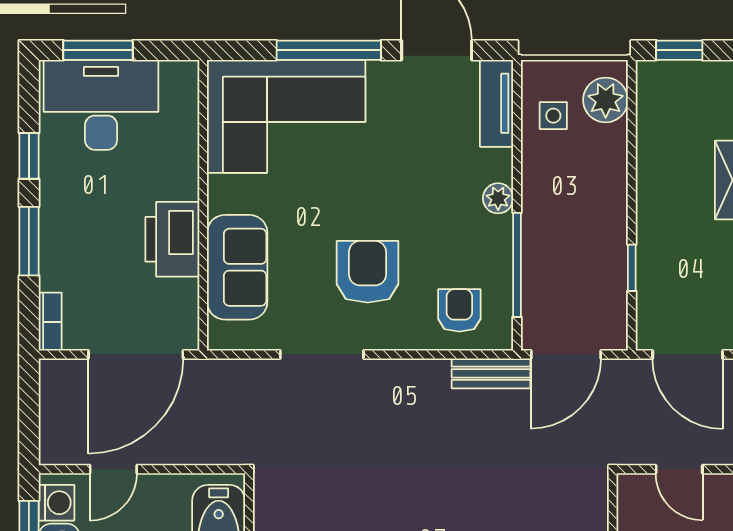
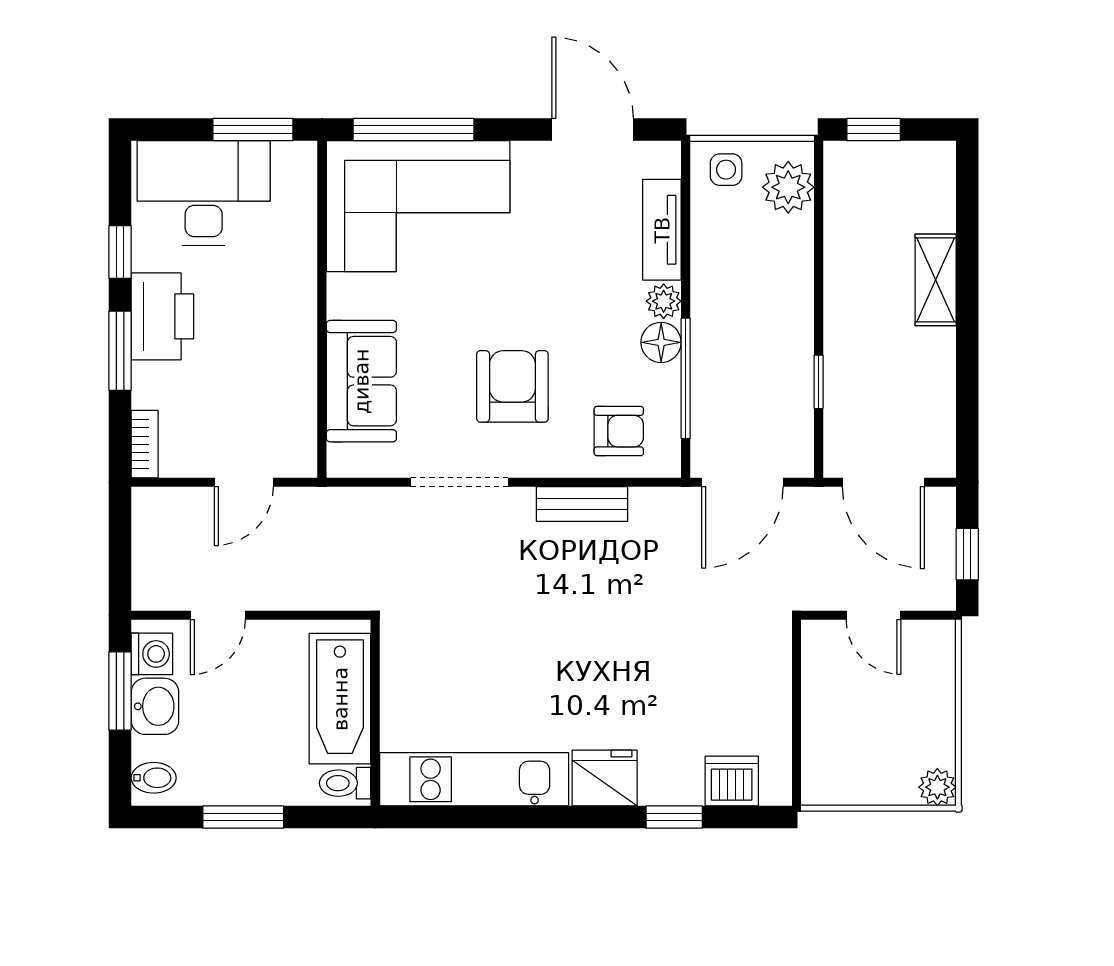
window: (98, 50) -> (253, 130), moved
window: (329, 50) -> (414, 130), moved
tv unit: (497, 103) -> (662, 230), moved
side table: (553, 116) -> (726, 170), moved
floor lamp: (496, 234) -> (661, 342), added
printer: (172, 239) -> (162, 316), moved, turned 180
armchair: (459, 310) -> (619, 431), turned 90
door: (136, 354) -> (244, 482), width x0.53
bench: (491, 373) -> (582, 504), moved

